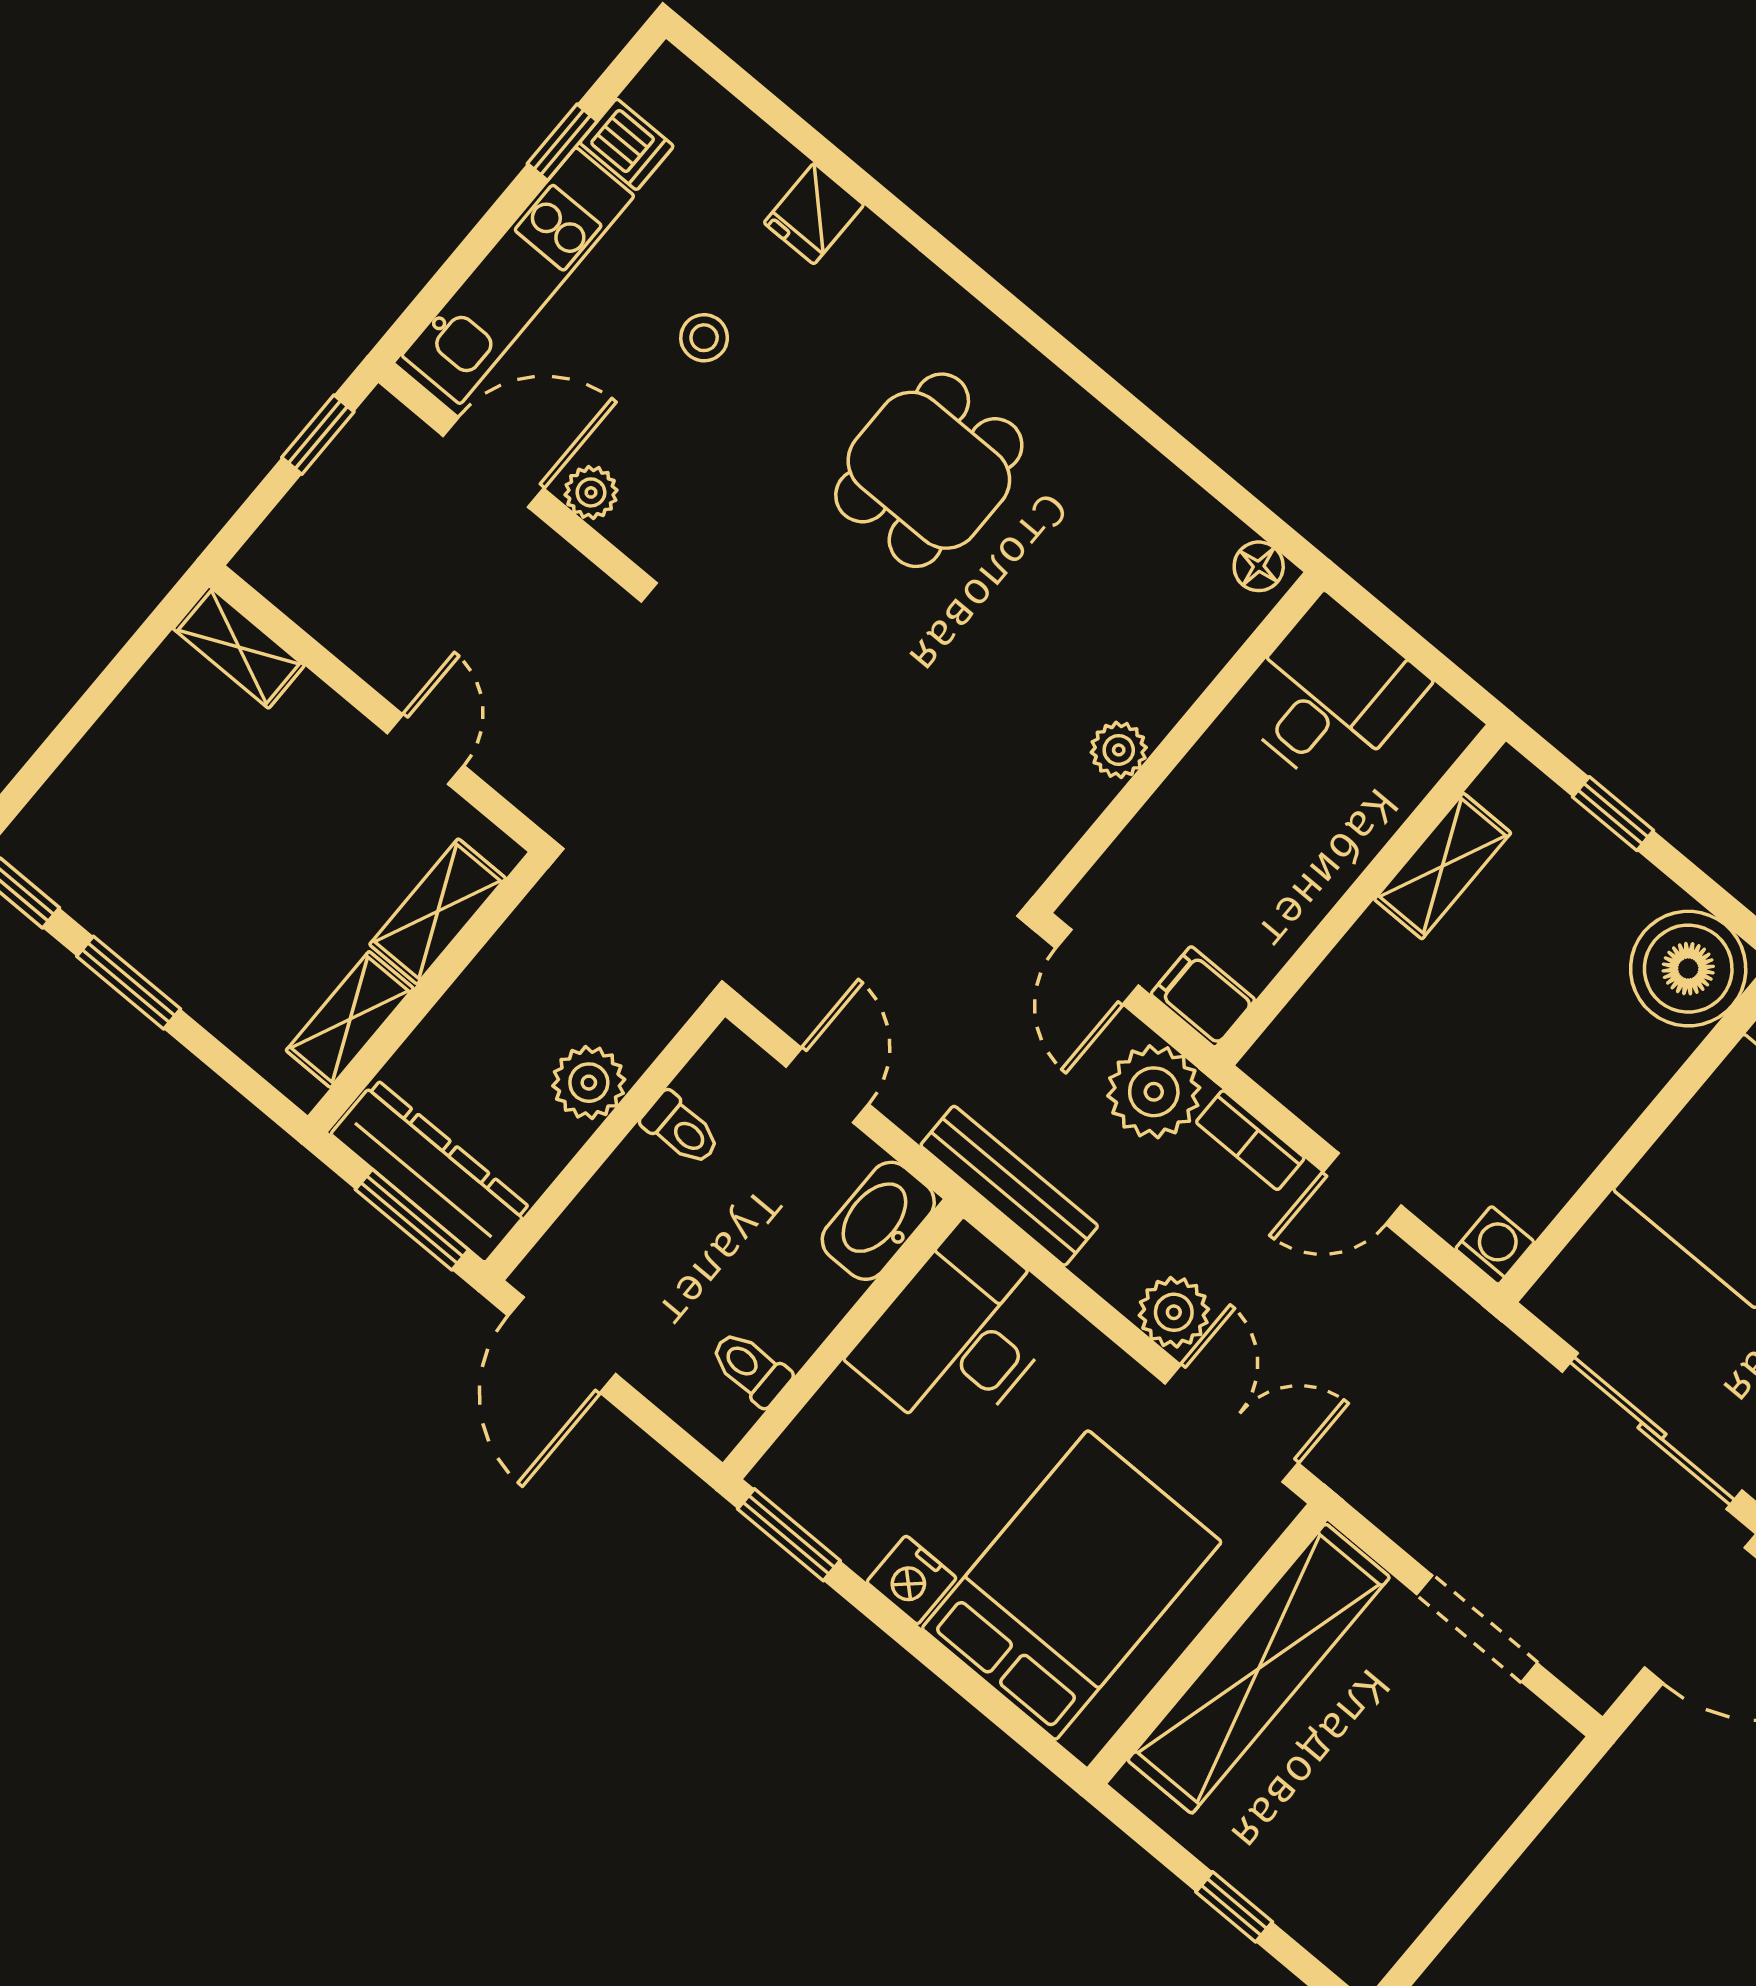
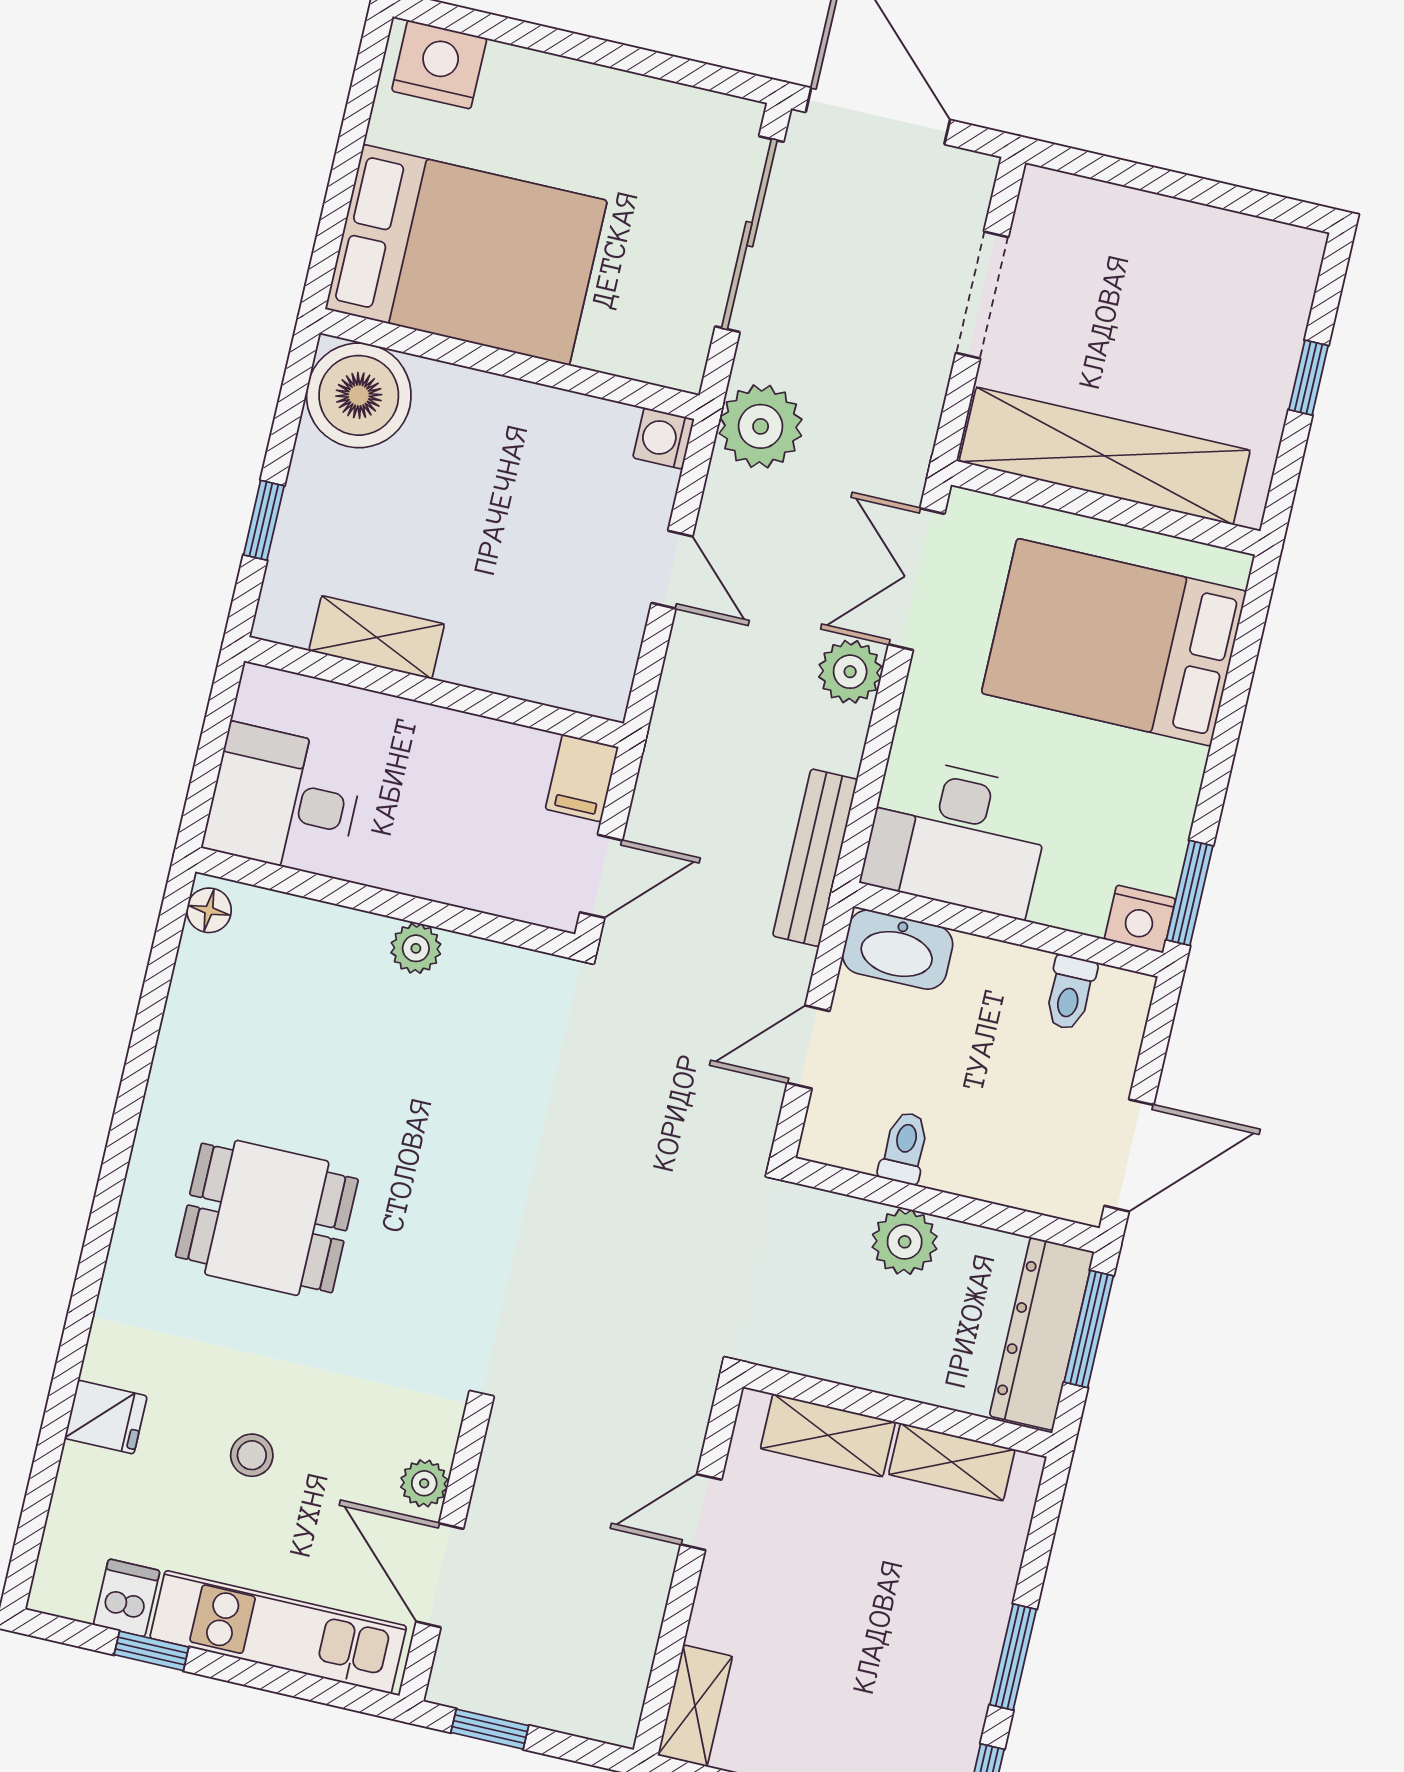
plant: (1154, 1092) -> (761, 426), moved
bookcase: (1250, 1140) -> (679, 681), removed
nightstand: (912, 1580) -> (1140, 919), moved, turned 90

